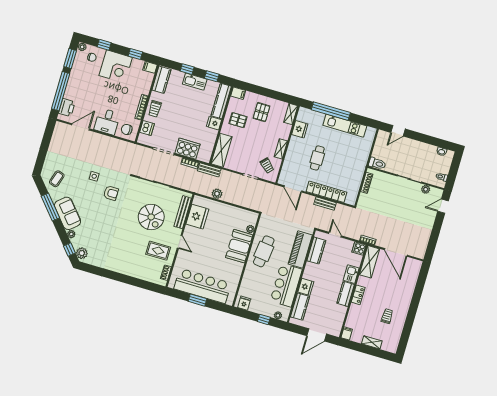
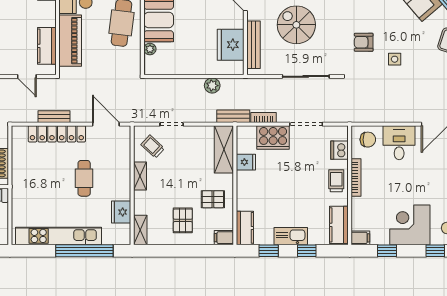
kitchen counter: (221, 101) -> (245, 228), width x0.67
fridge: (214, 123) -> (246, 162), moved
kitchen unit: (345, 126) -> (58, 236), width x1.36

